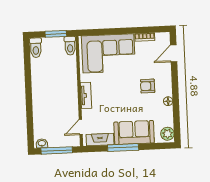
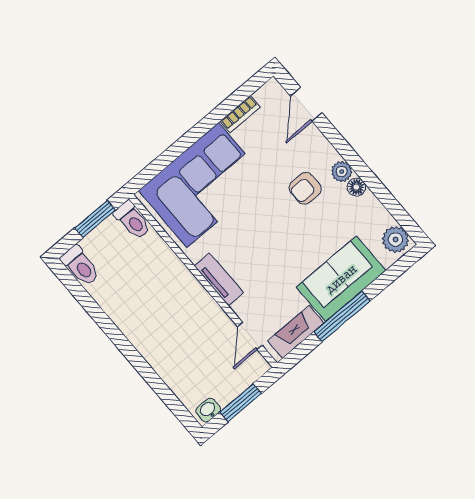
plant: (167, 91) -> (342, 172), added
window: (57, 150) -> (240, 403), width x0.69

